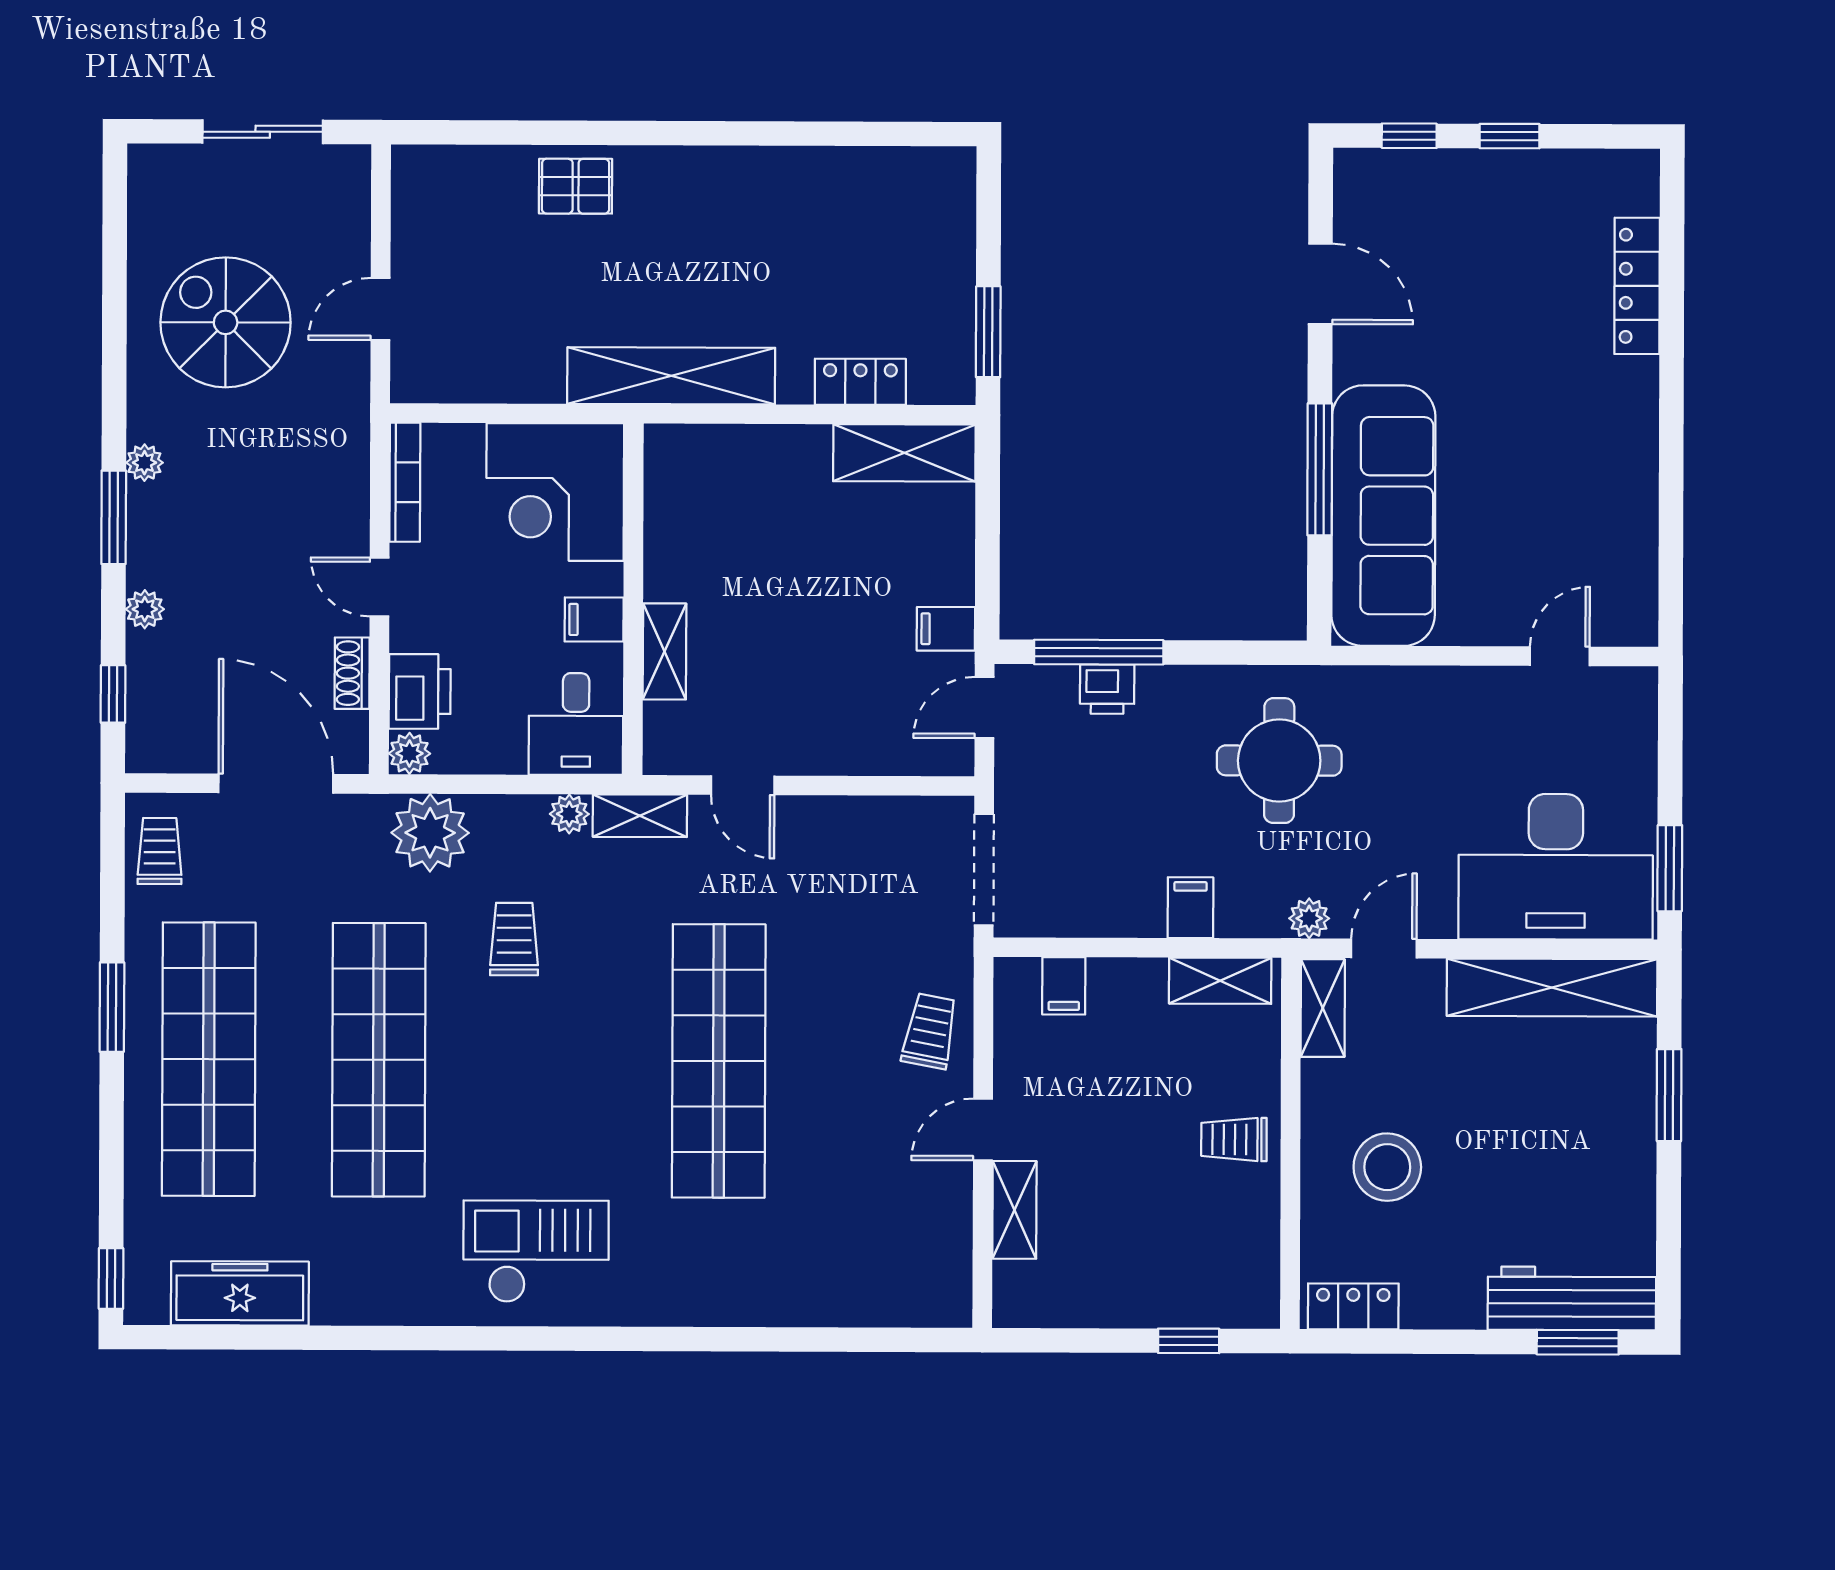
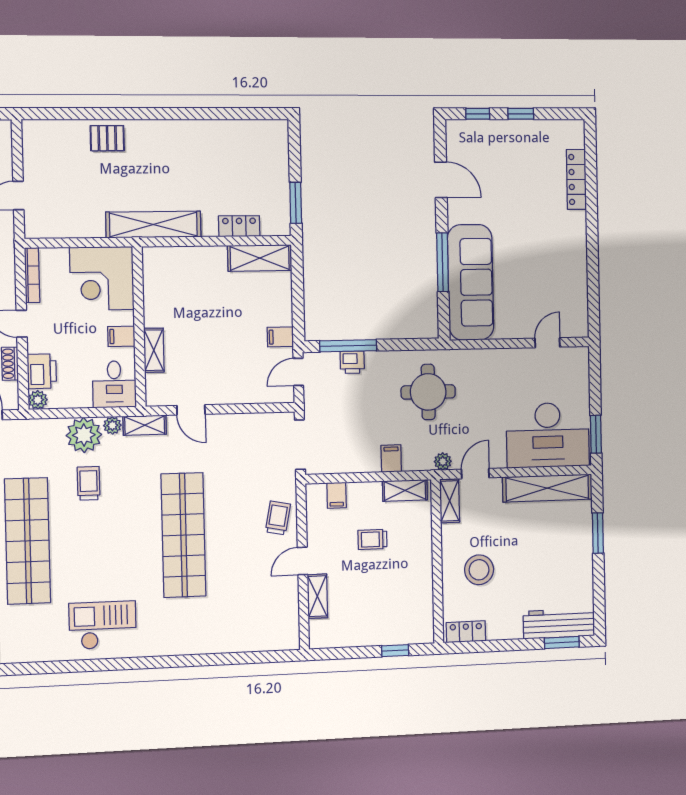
plant: (430, 833) -> (84, 435), moved
trolley: (1234, 1139) -> (372, 539), moved

